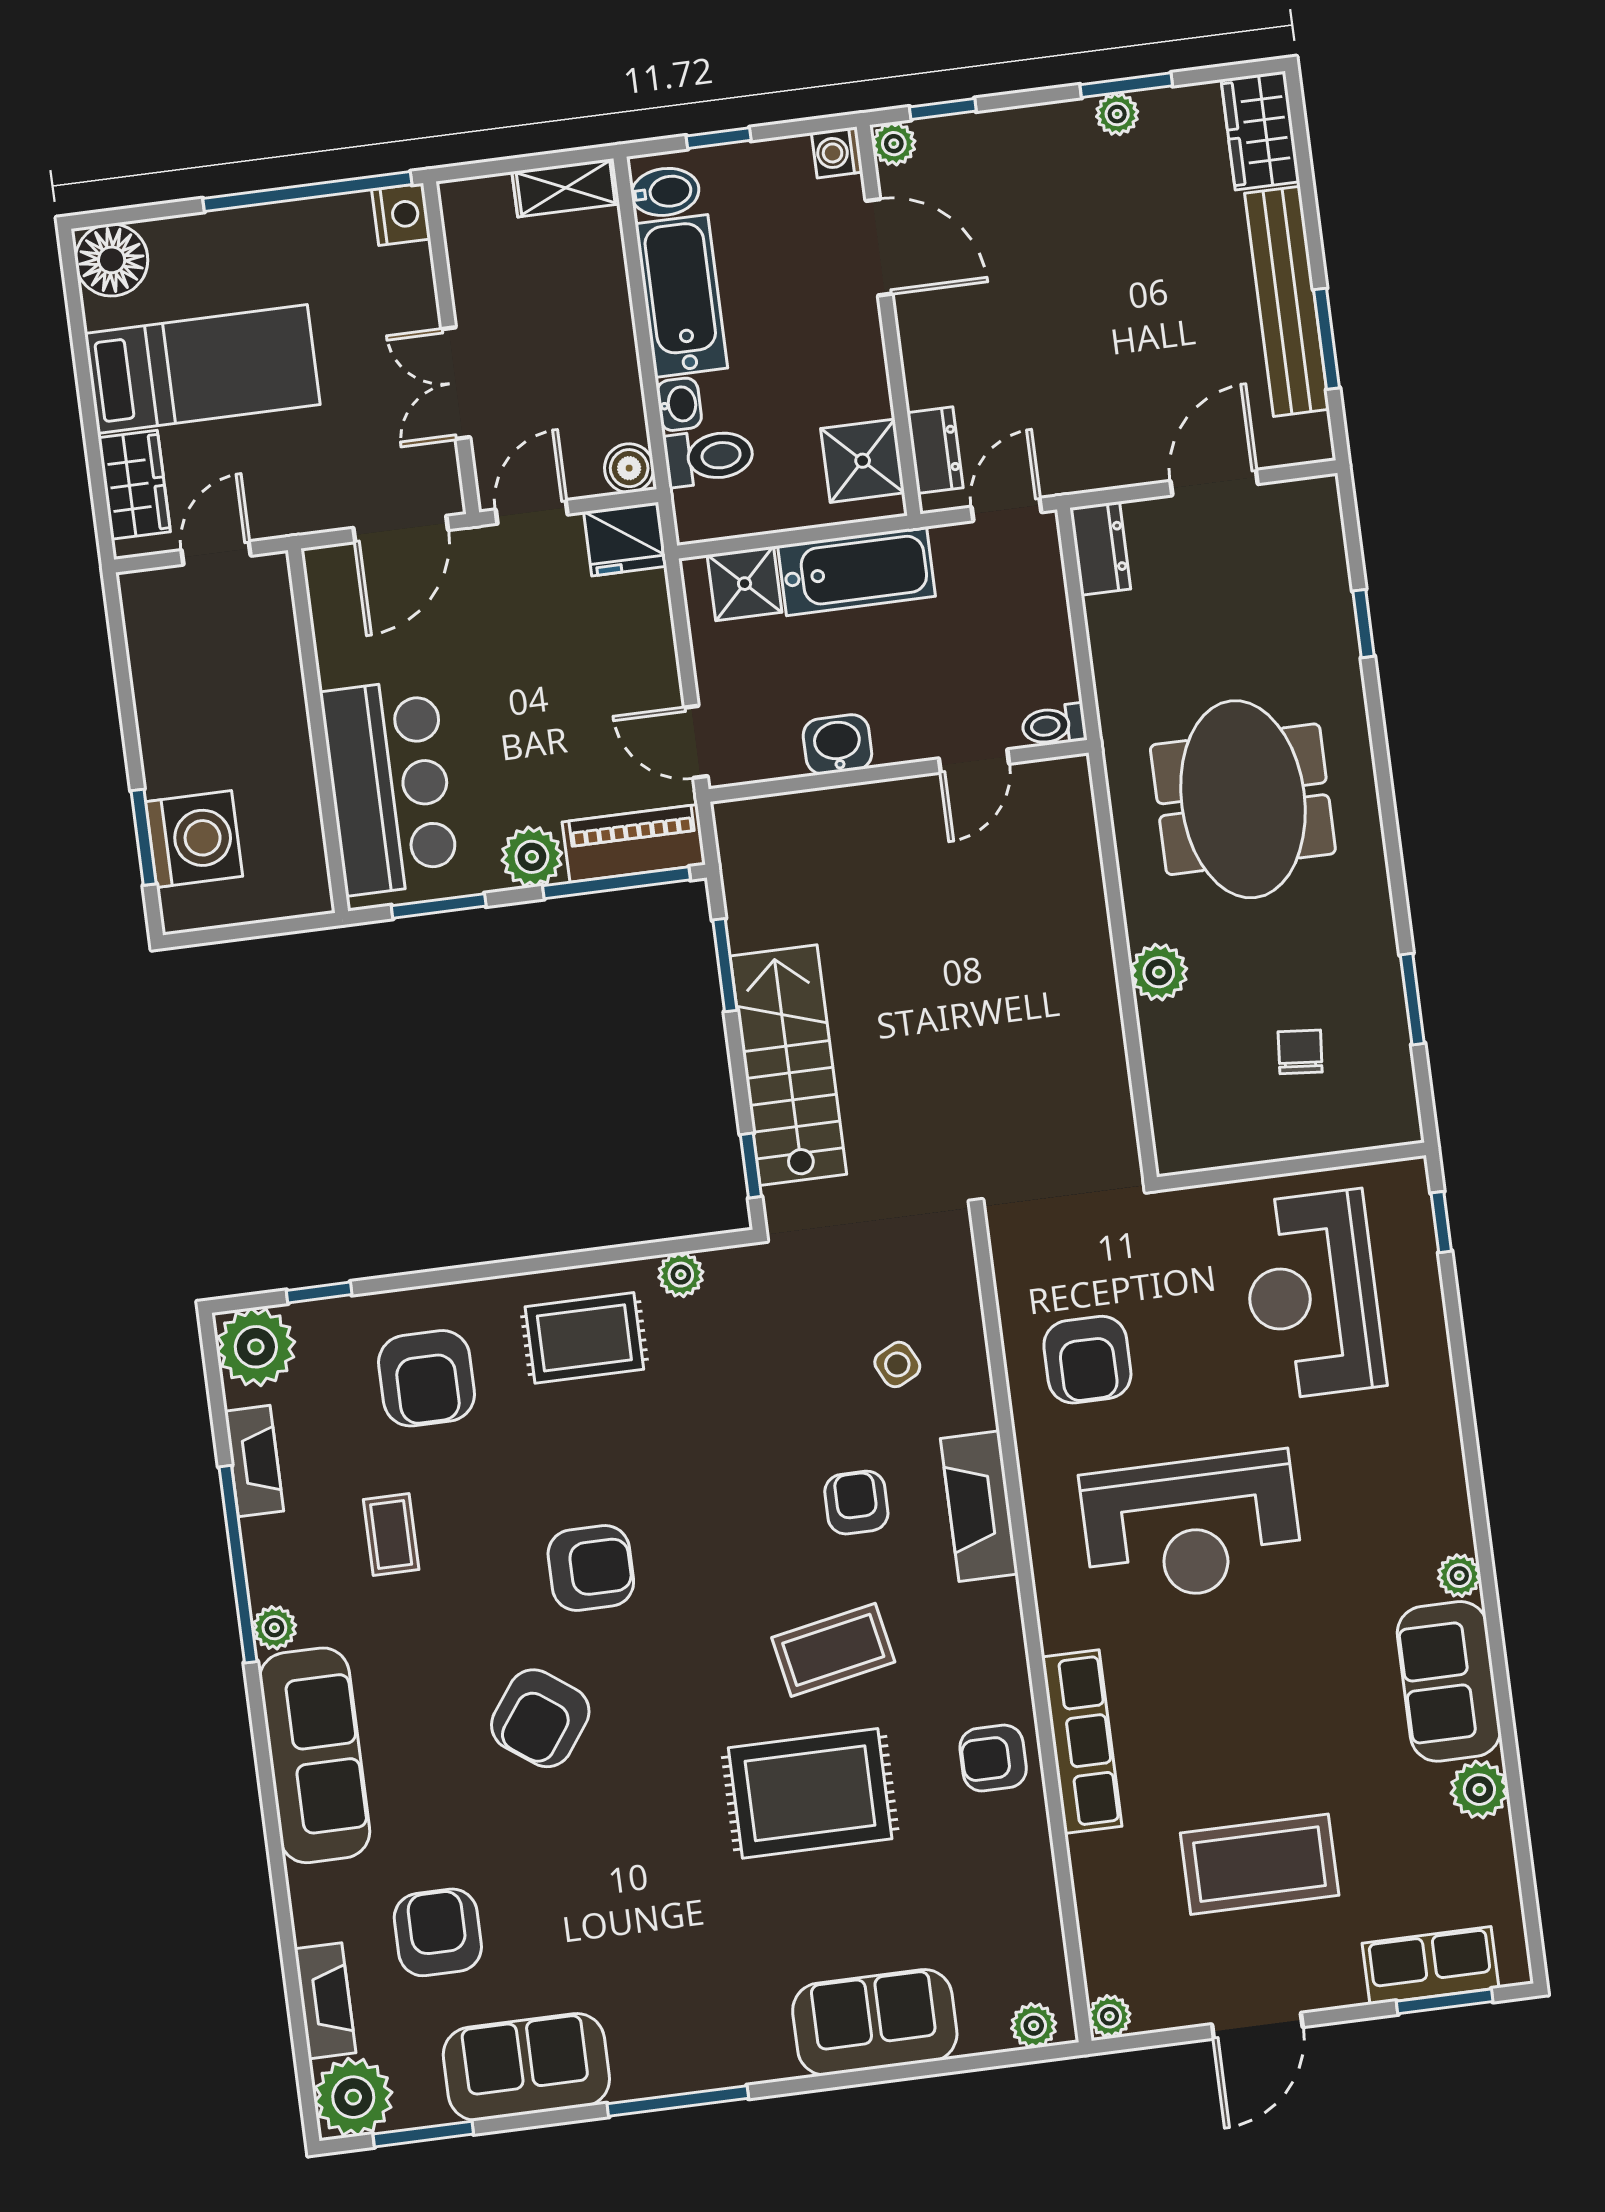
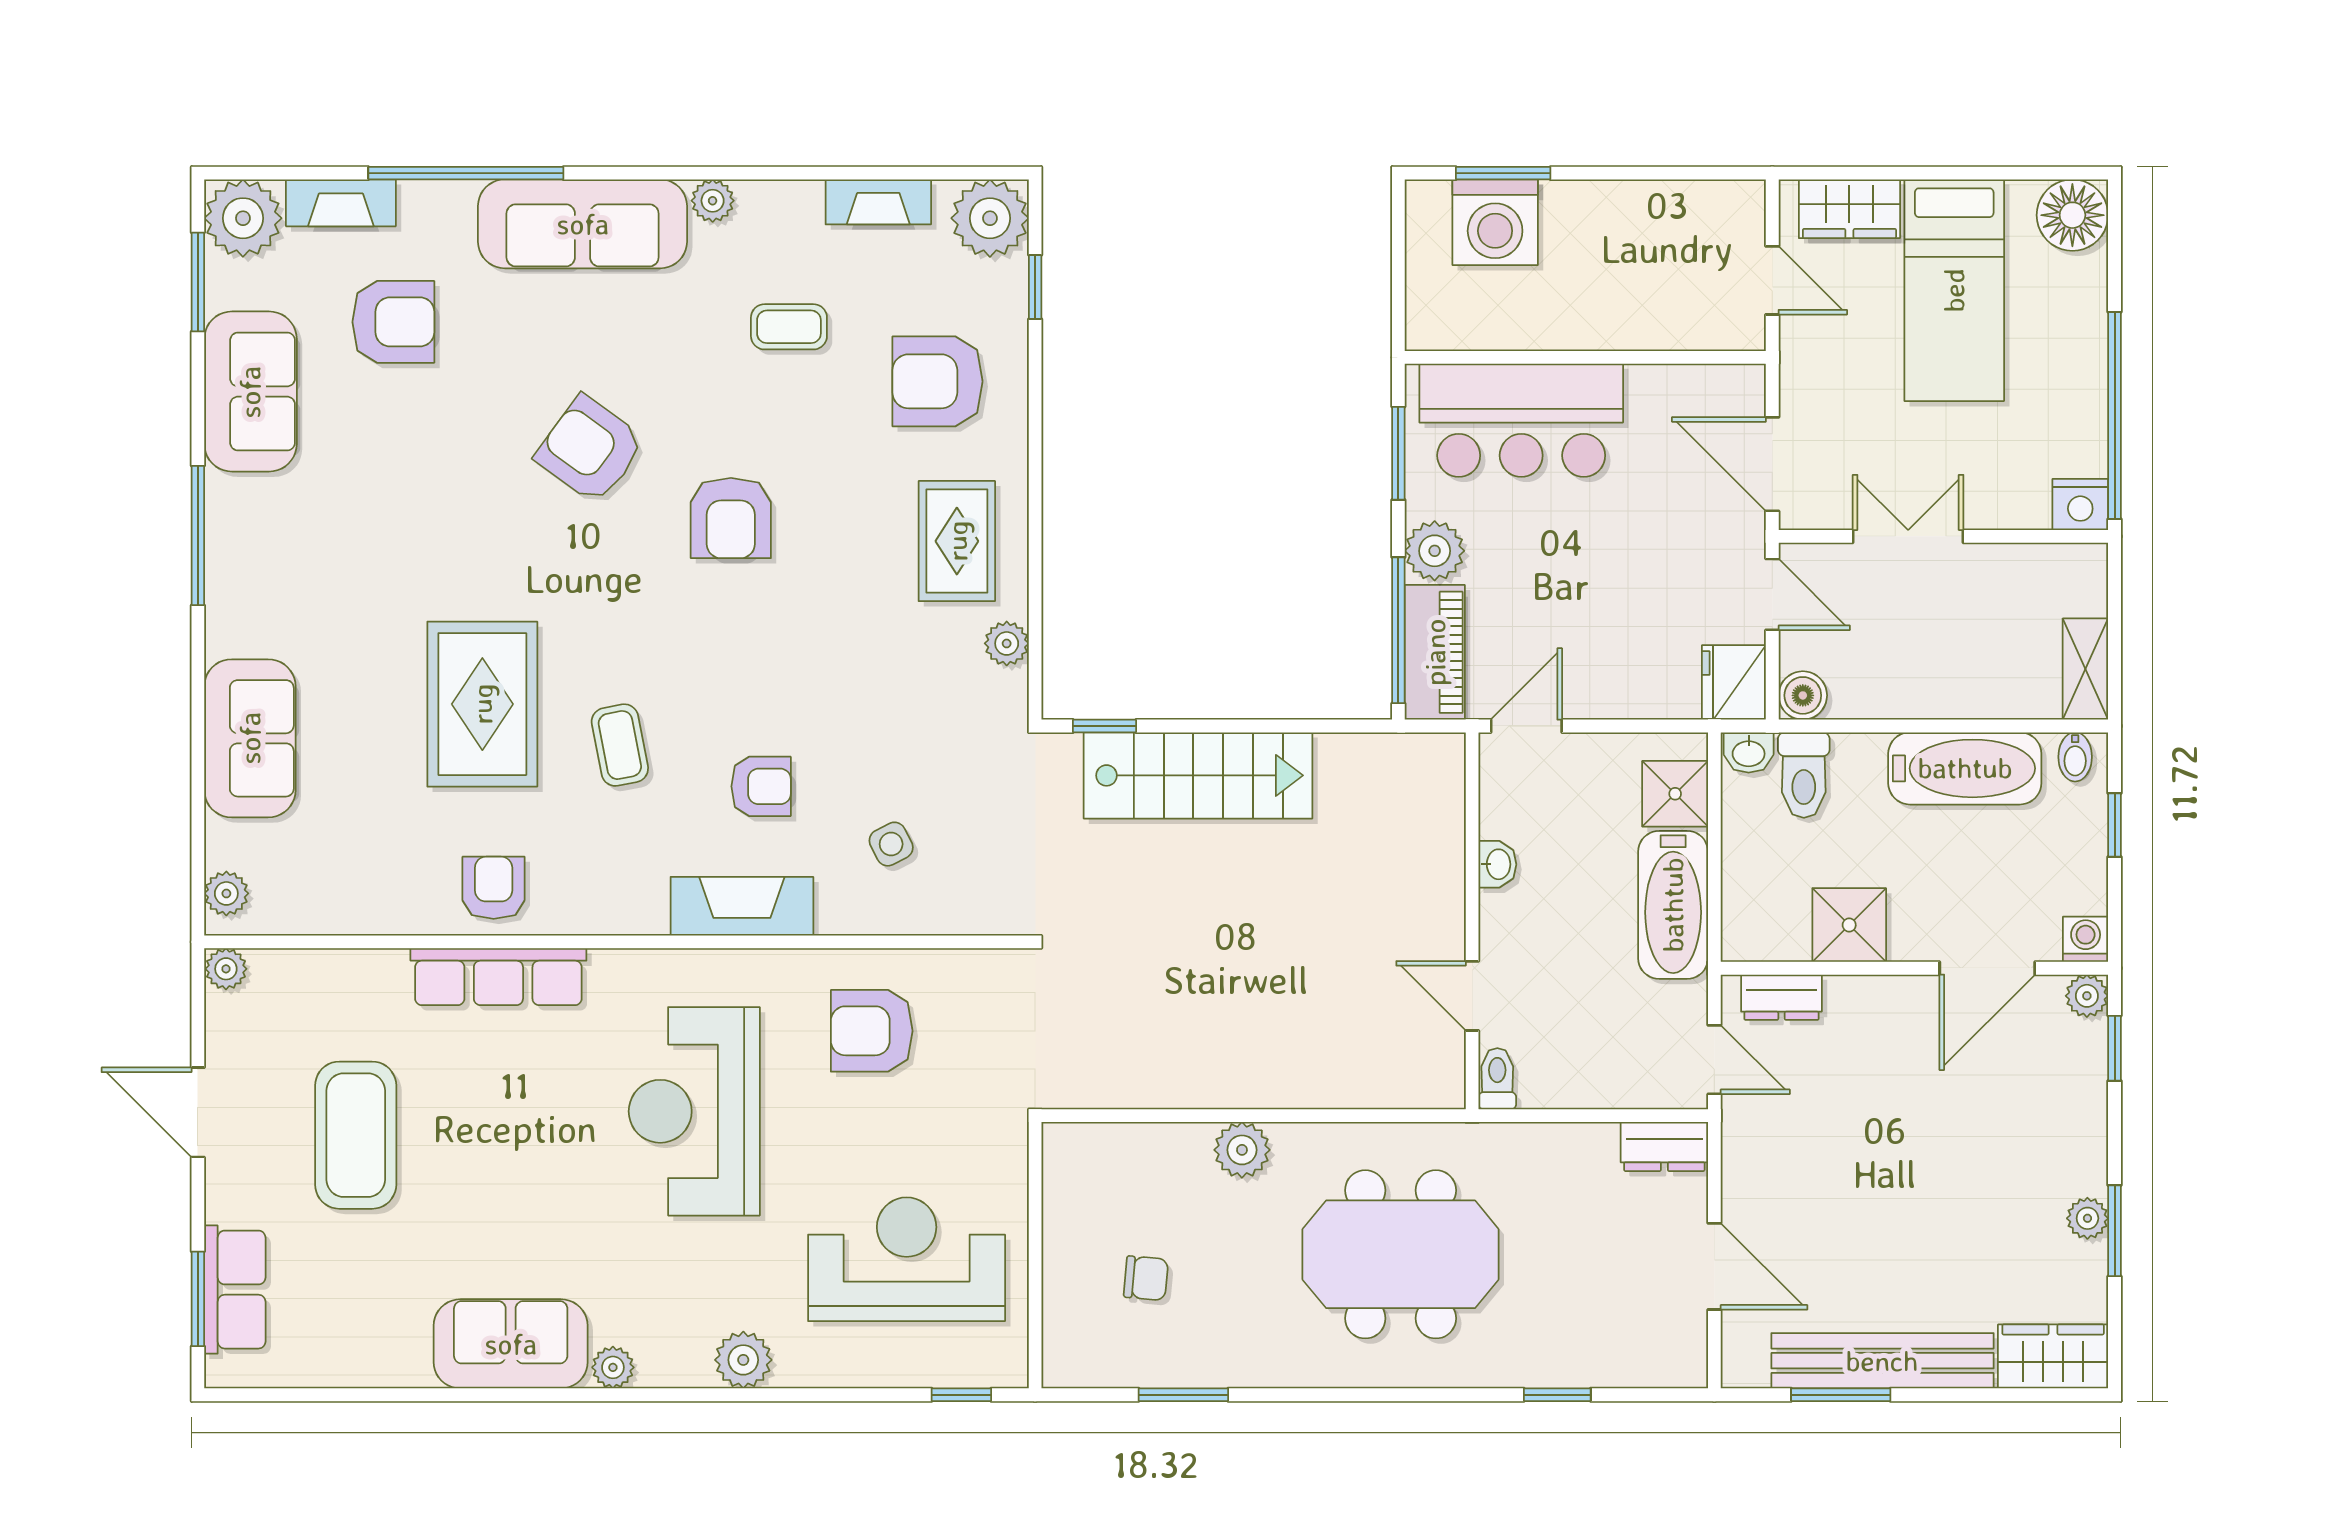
bidet: (665, 192) -> (2075, 757), width x0.72, depth x0.74
washbasin: (679, 404) -> (1749, 753), moved
shower: (863, 461) -> (1849, 925), moved
washbasin: (837, 744) -> (1497, 864), width x0.72, depth x0.69
window: (725, 965) -> (1304, 726), removed
window: (238, 1564) -> (466, 173), moved
coffee table: (833, 1650) -> (620, 745), width x0.73, depth x0.77
plant: (1479, 1790) -> (743, 1360), moved

